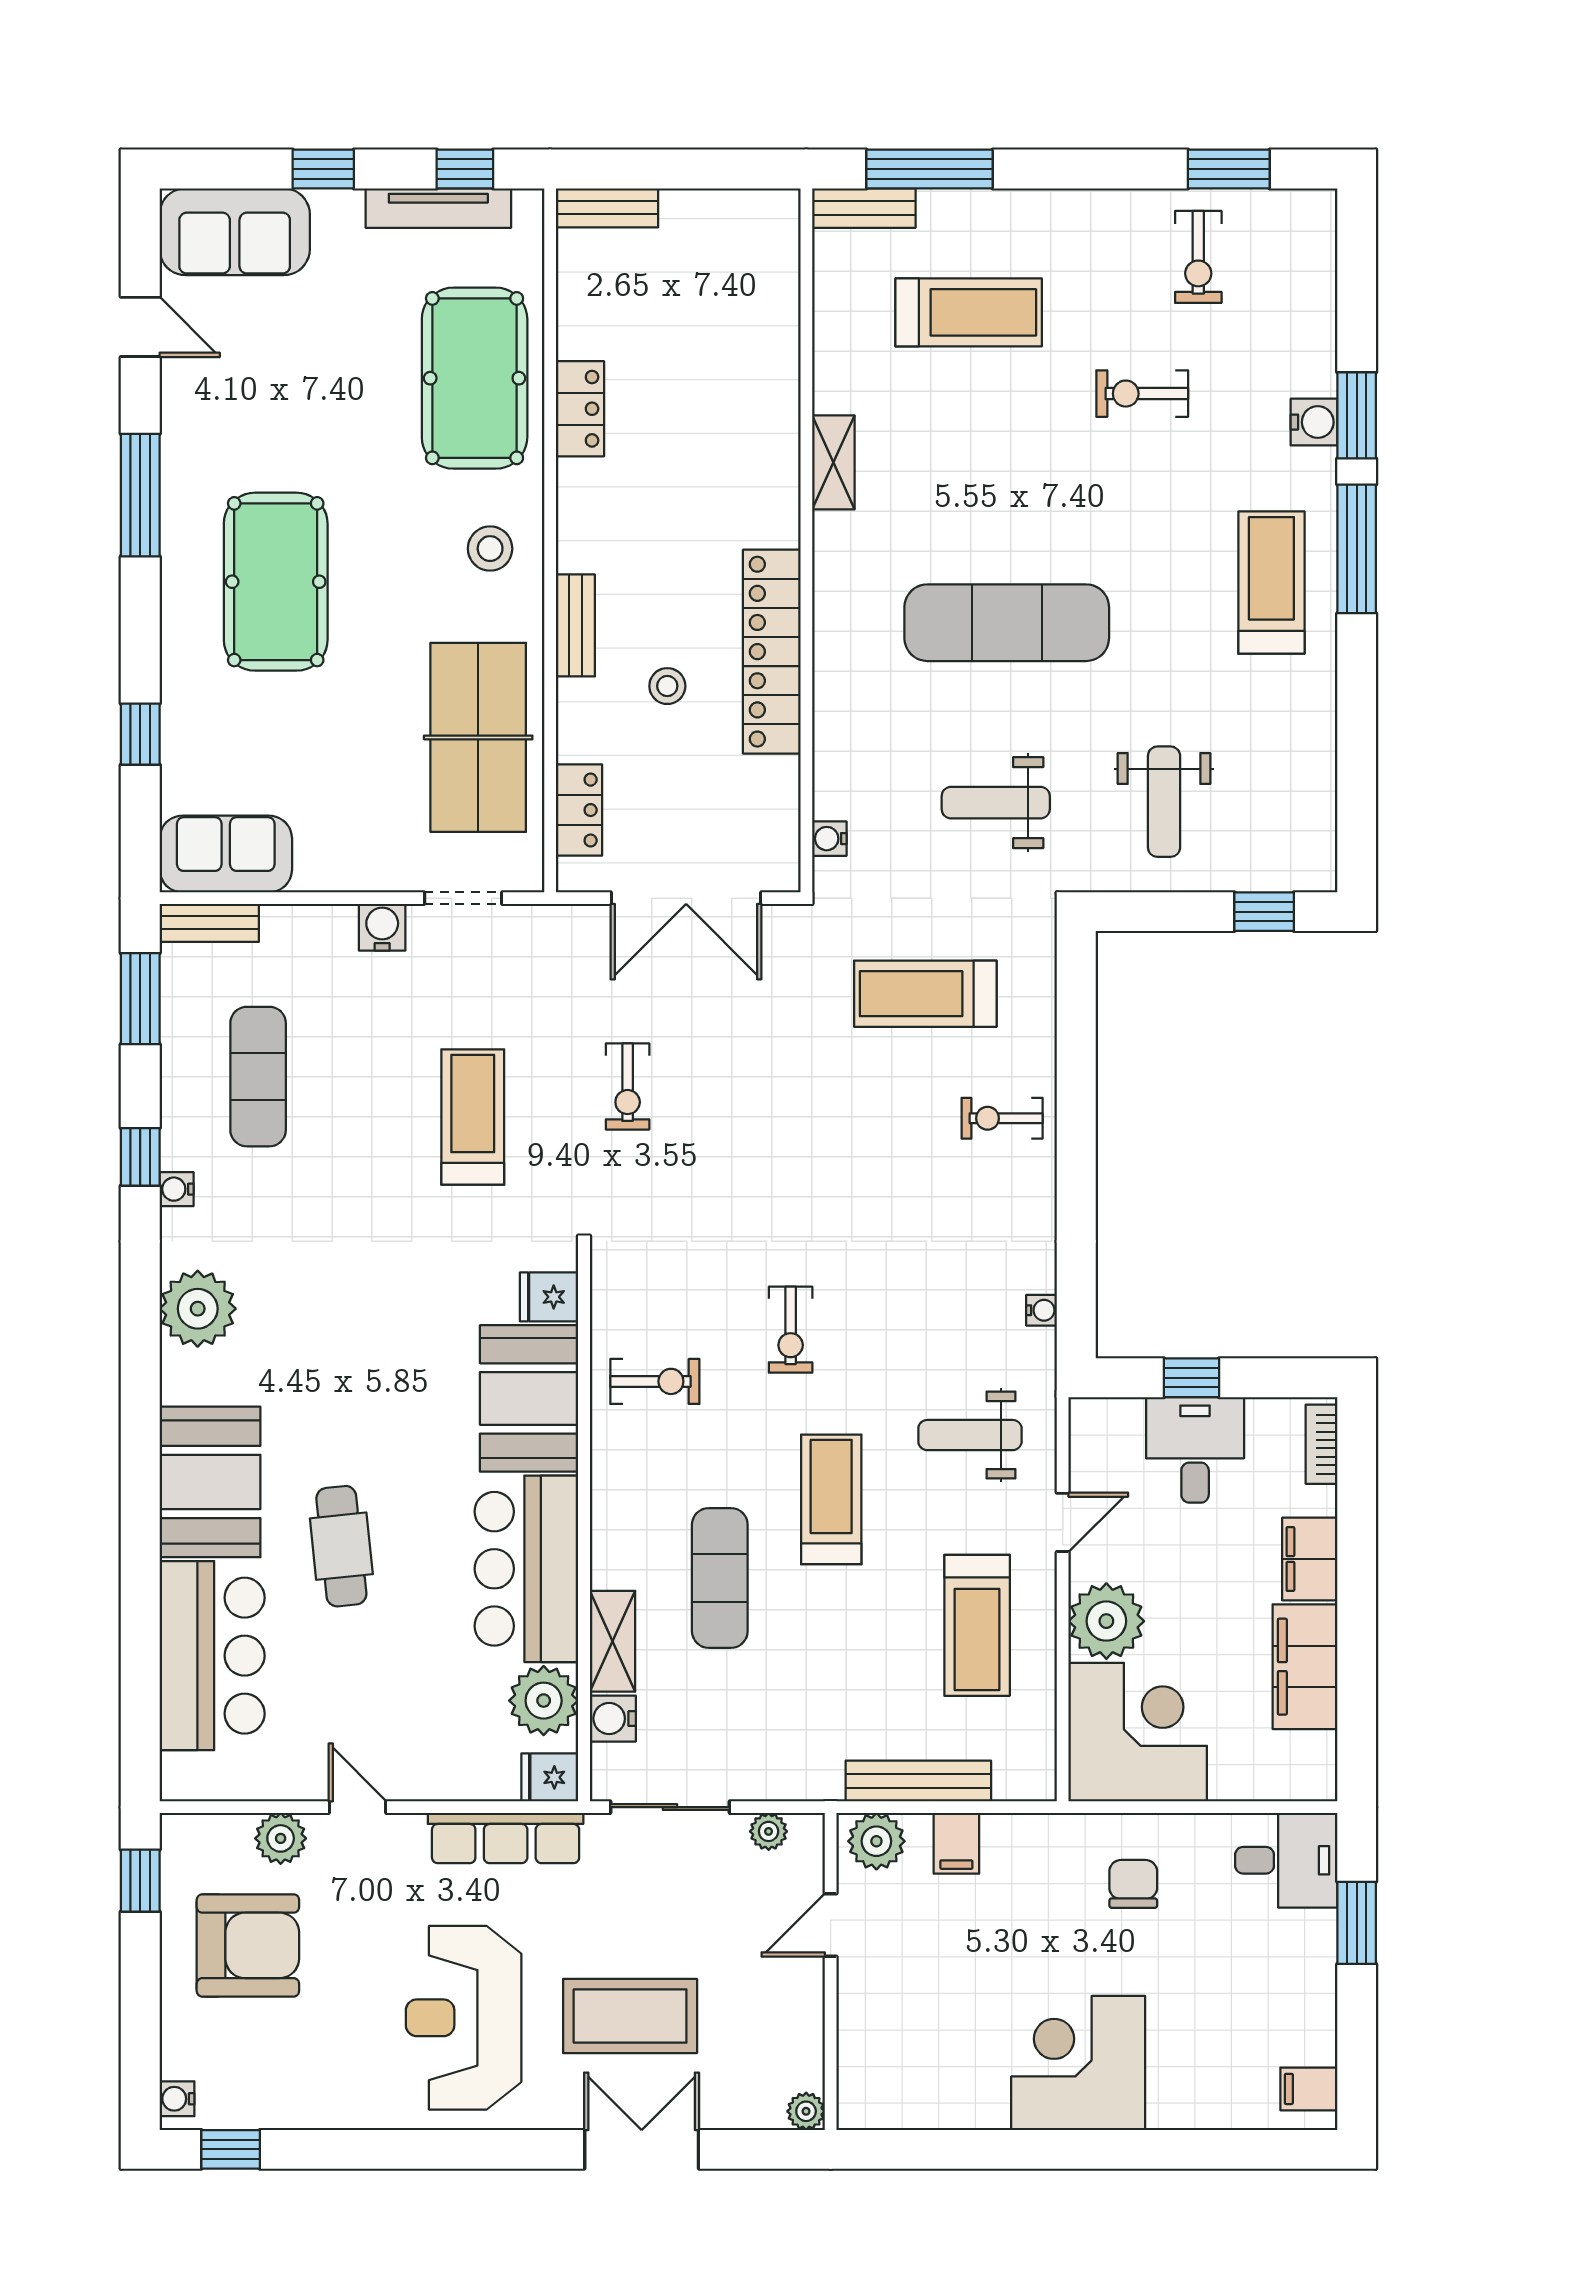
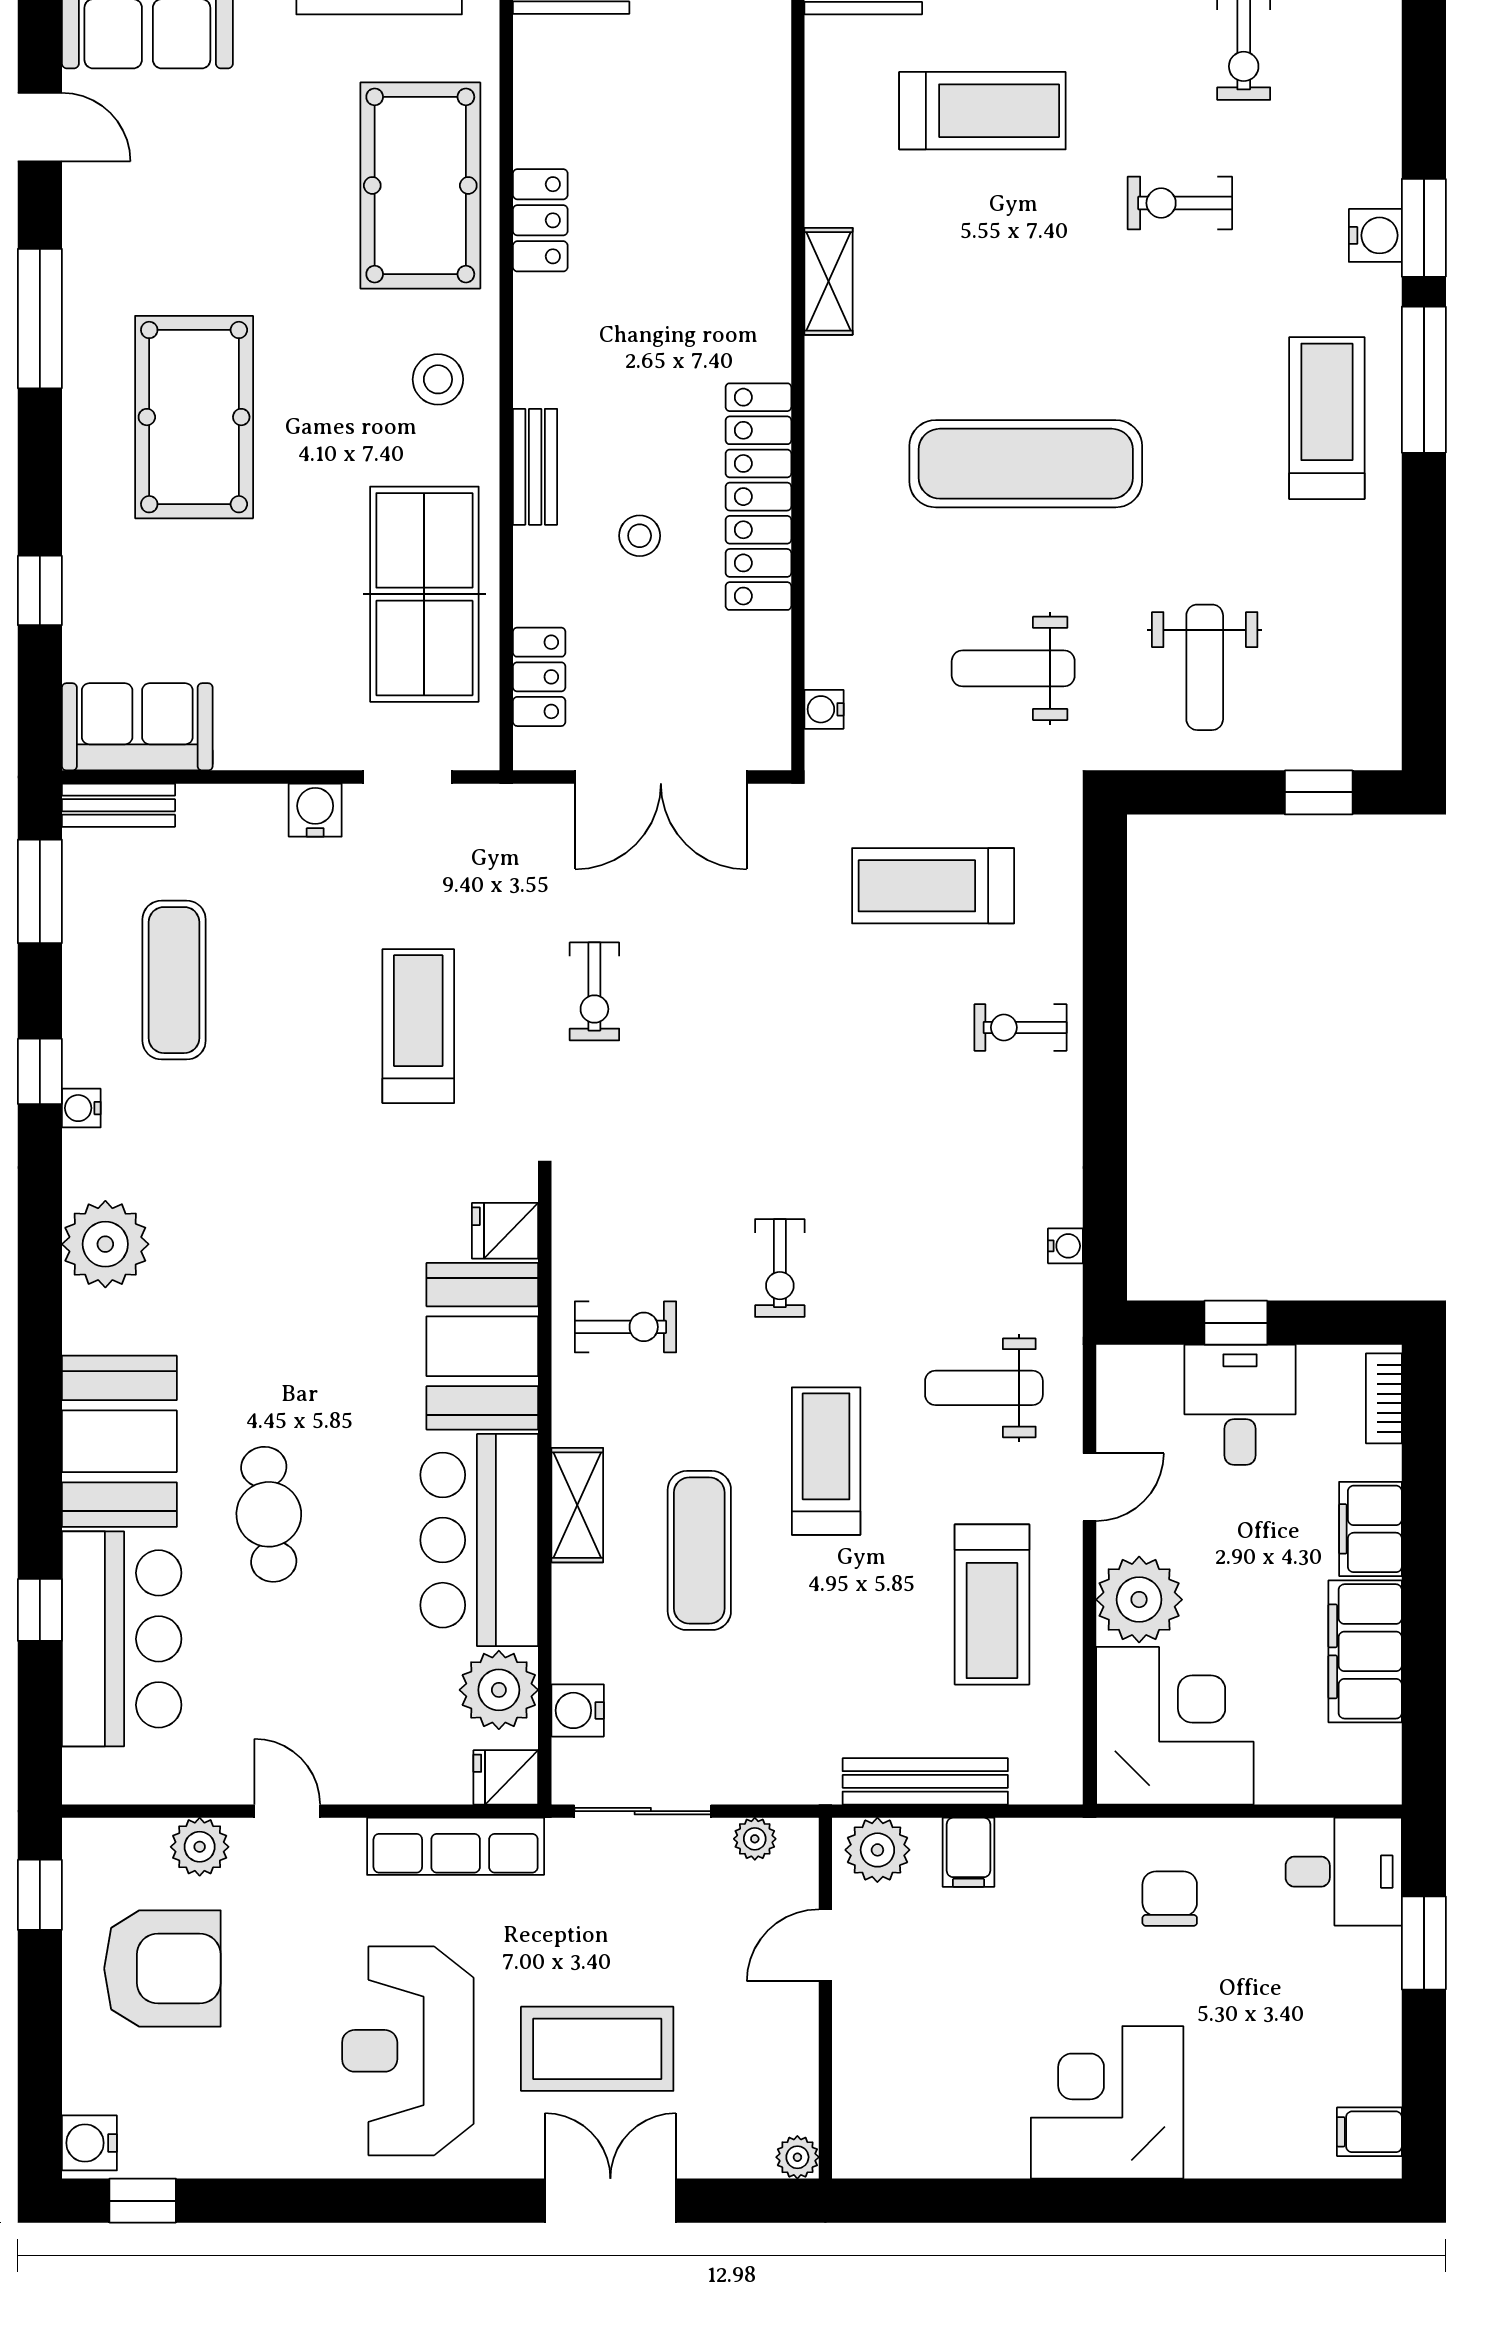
window: (140, 1630) -> (40, 1610), added
shelving: (613, 1641) -> (577, 1505), moved
water cooler: (177, 2099) -> (89, 2143), width x1.38, depth x1.38

